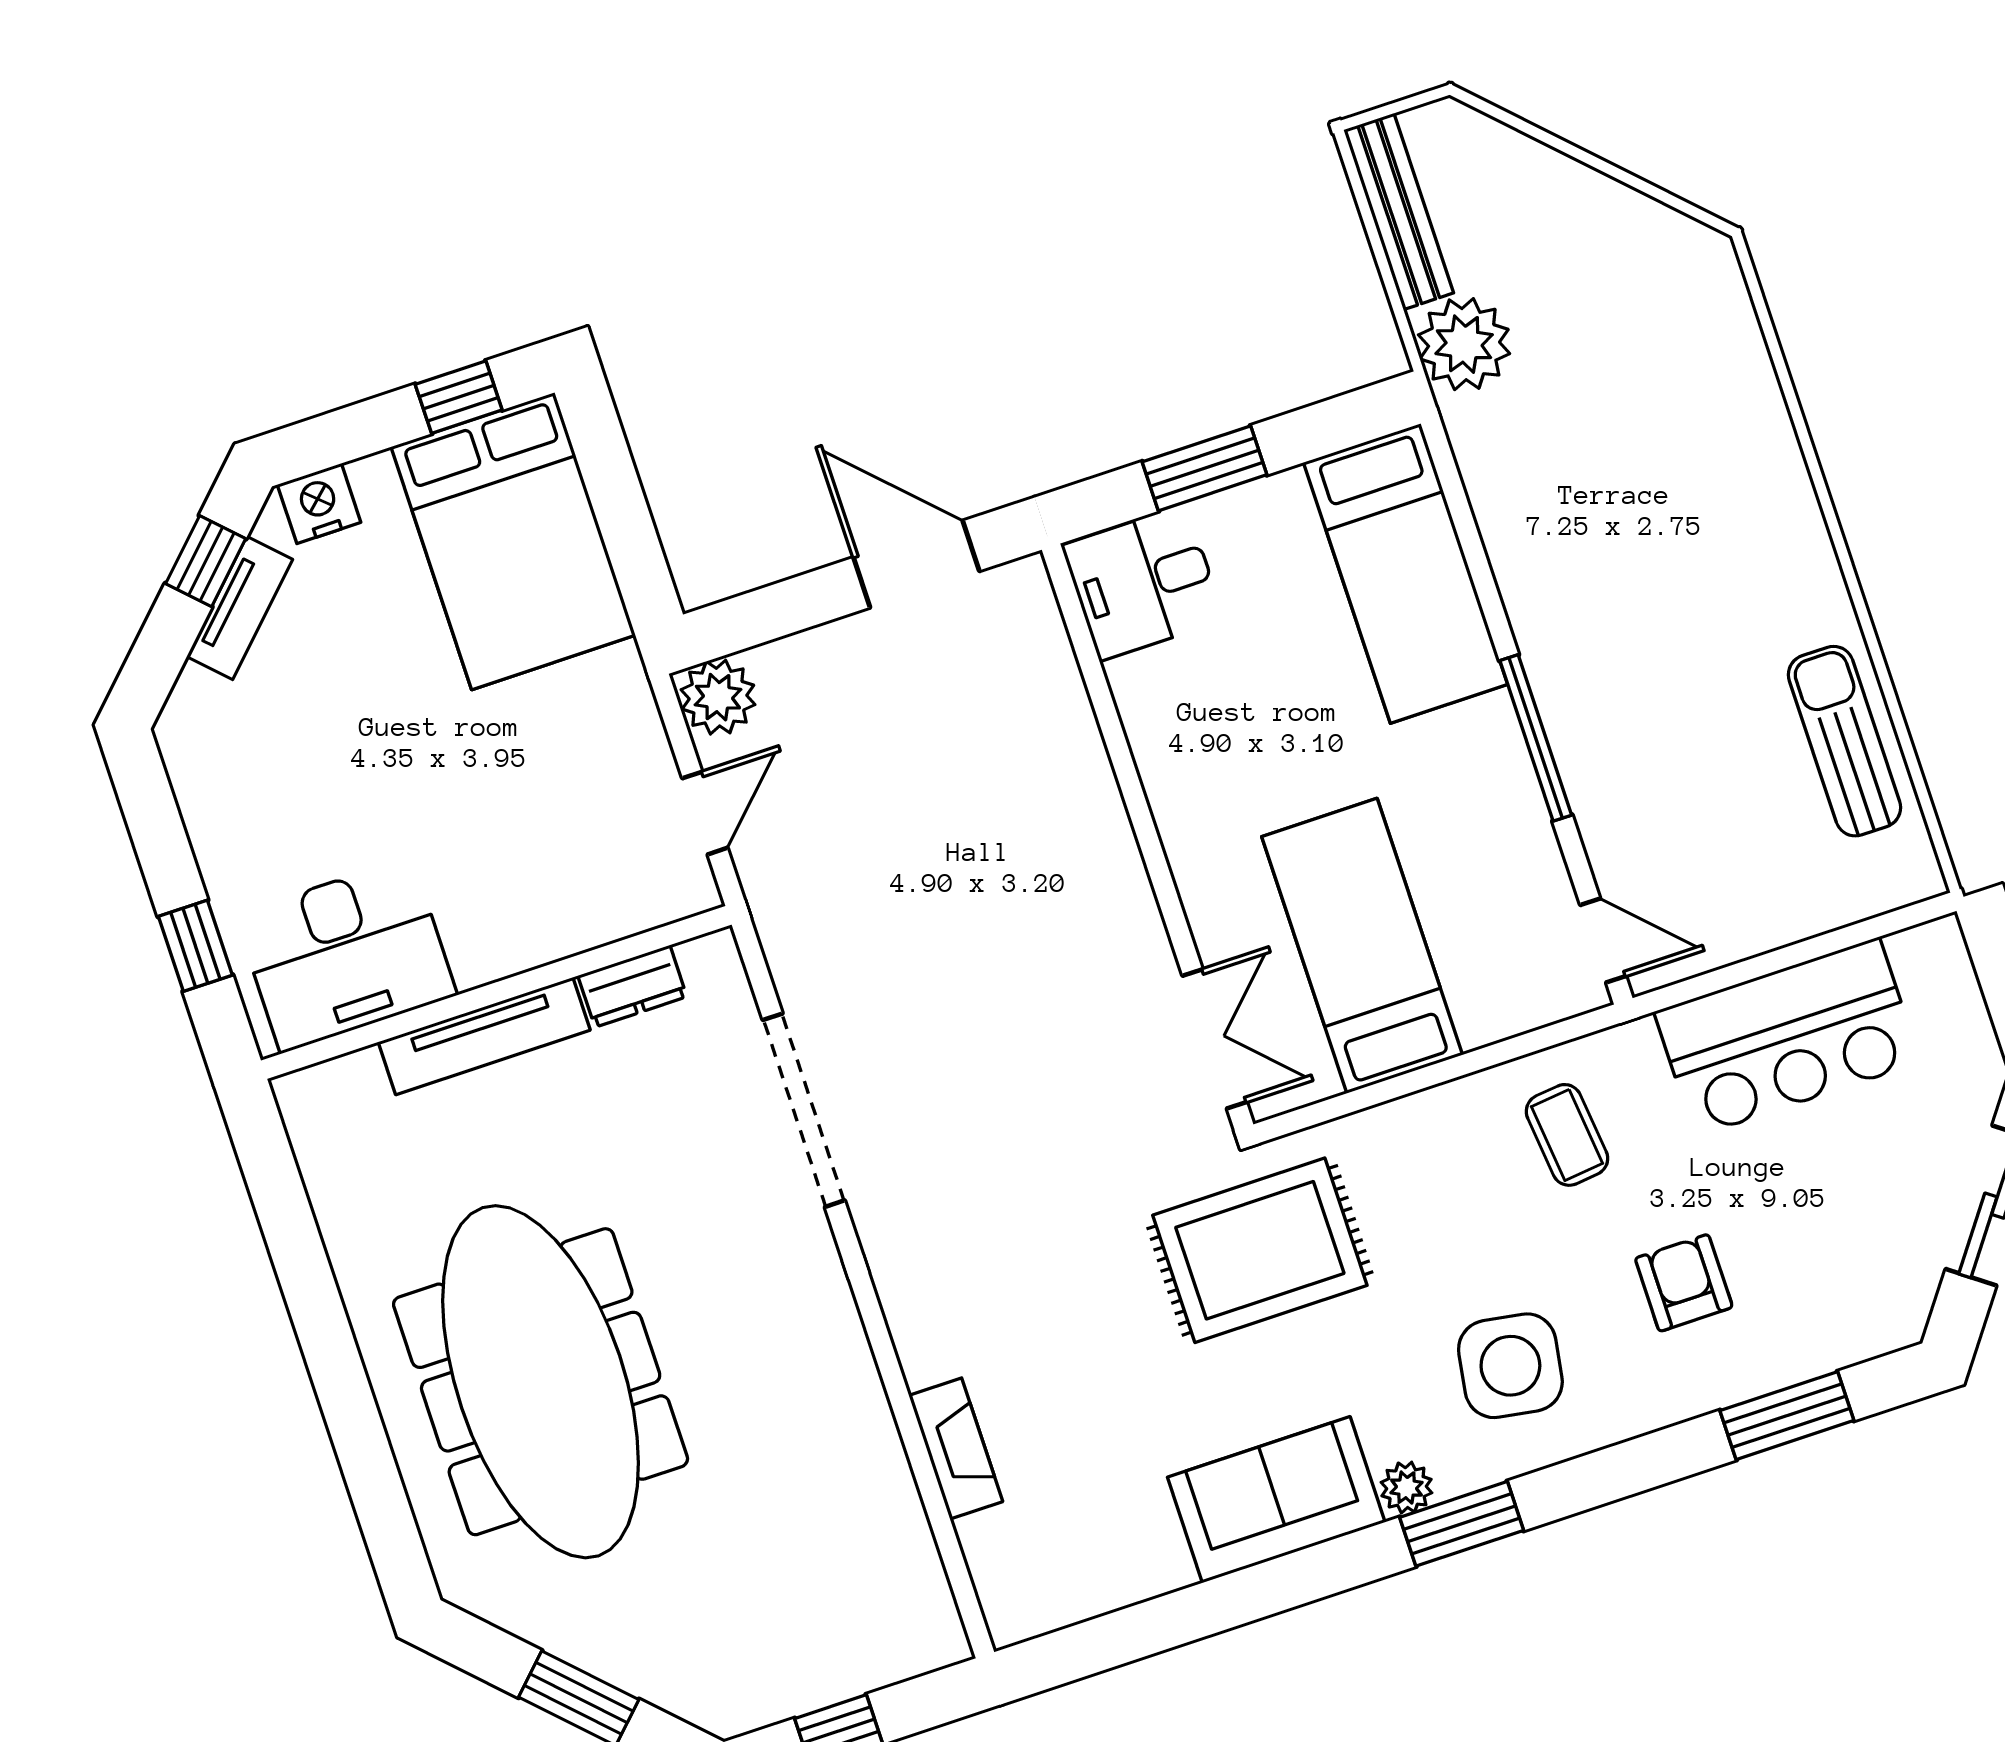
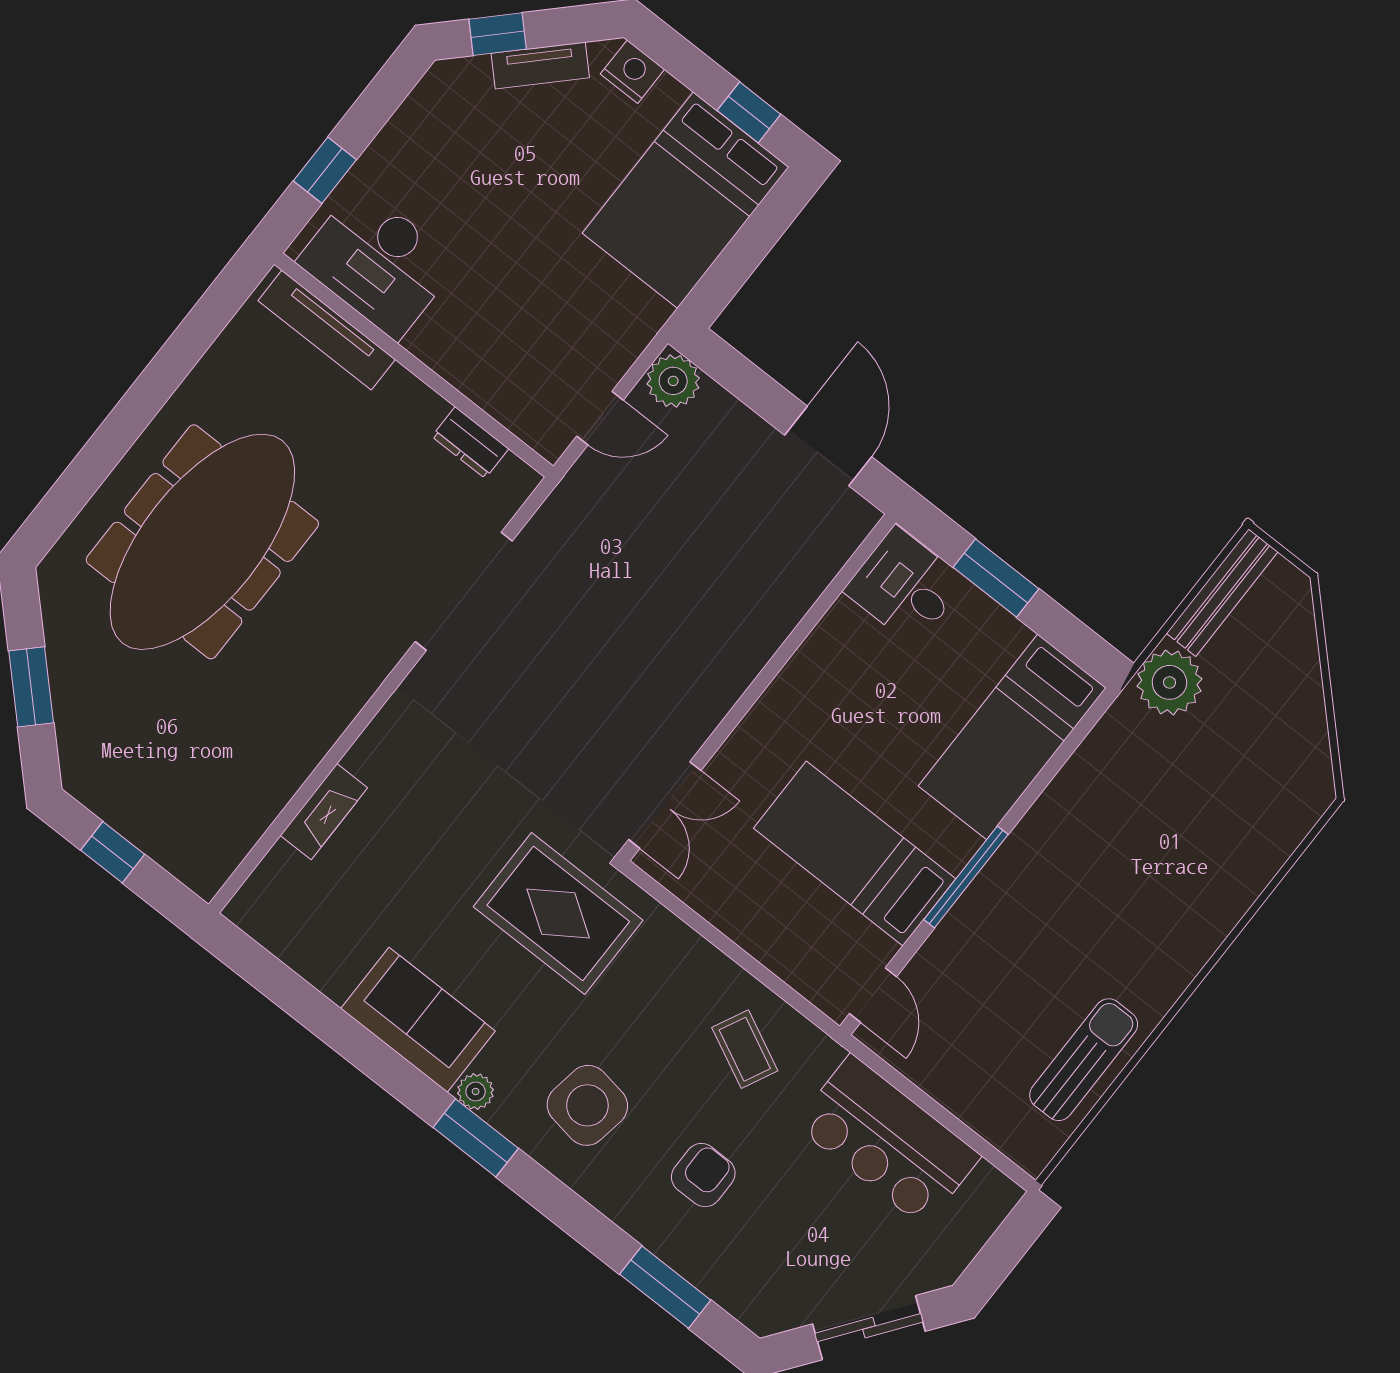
window: (206, 561) -> (498, 34), moved
bed: (1362, 946) -> (855, 854), moved, turned -90
tv unit: (484, 1036) -> (327, 330), moved
coffee table: (1567, 1135) -> (745, 1049), turned -58

